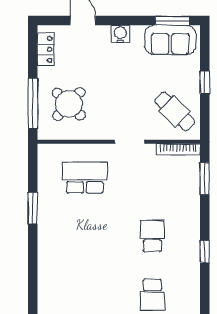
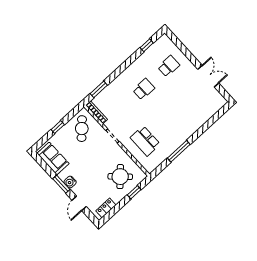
window: (173, 21) -> (61, 184), moved
window: (33, 103) -> (134, 192), width x0.46
window: (33, 208) -> (179, 151), width x1.44
school desk: (152, 236) -> (144, 89), turned 180
window: (205, 252) -> (147, 45), moved

